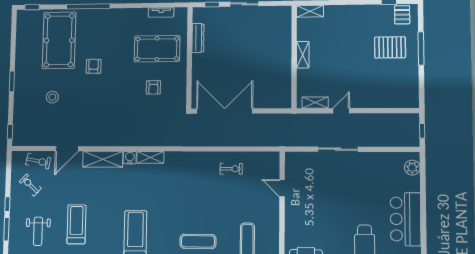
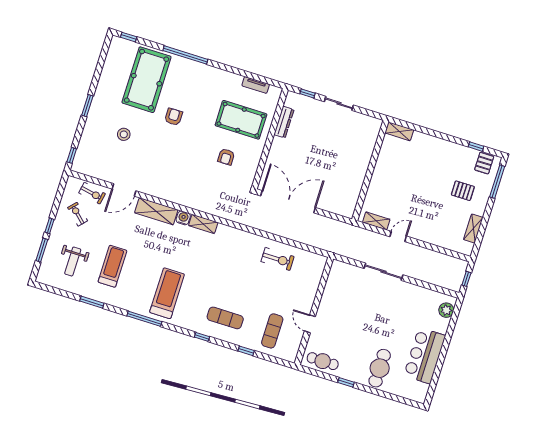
pallet: (390, 47) -> (463, 191), width x0.67, depth x0.71
window: (421, 48) -> (497, 182), moved
shelving: (303, 55) -> (473, 229), moved
exercise bike: (231, 169) -> (278, 259), width x1.38, depth x1.39
door: (282, 188) -> (310, 324), moved

